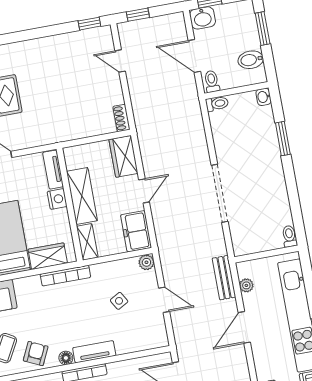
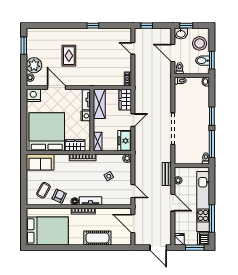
window: (89, 24) -> (93, 26), moved
window: (263, 29) -> (212, 60), moved
stool: (240, 30) -> (200, 43), added
window: (283, 139) -> (212, 116), moved
shelving: (82, 196) -> (99, 104), moved
window: (296, 208) -> (212, 144), added
door: (164, 300) -> (133, 191), moved
door: (244, 327) -> (173, 203), swing flipped

